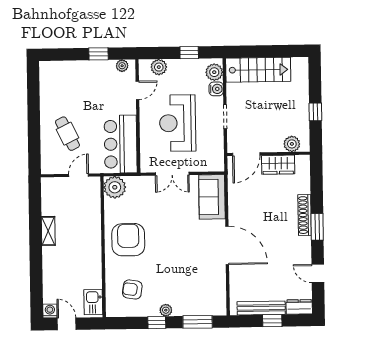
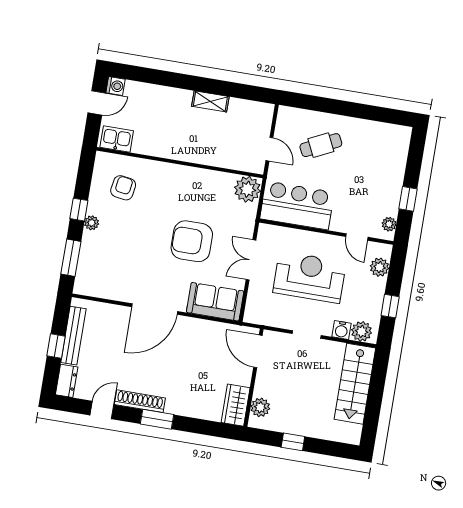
wardrobe: (278, 165) -> (236, 405), moved
shoe rack: (305, 215) -> (140, 401), moved
armchair: (128, 240) -> (192, 241), moved, turned 180

